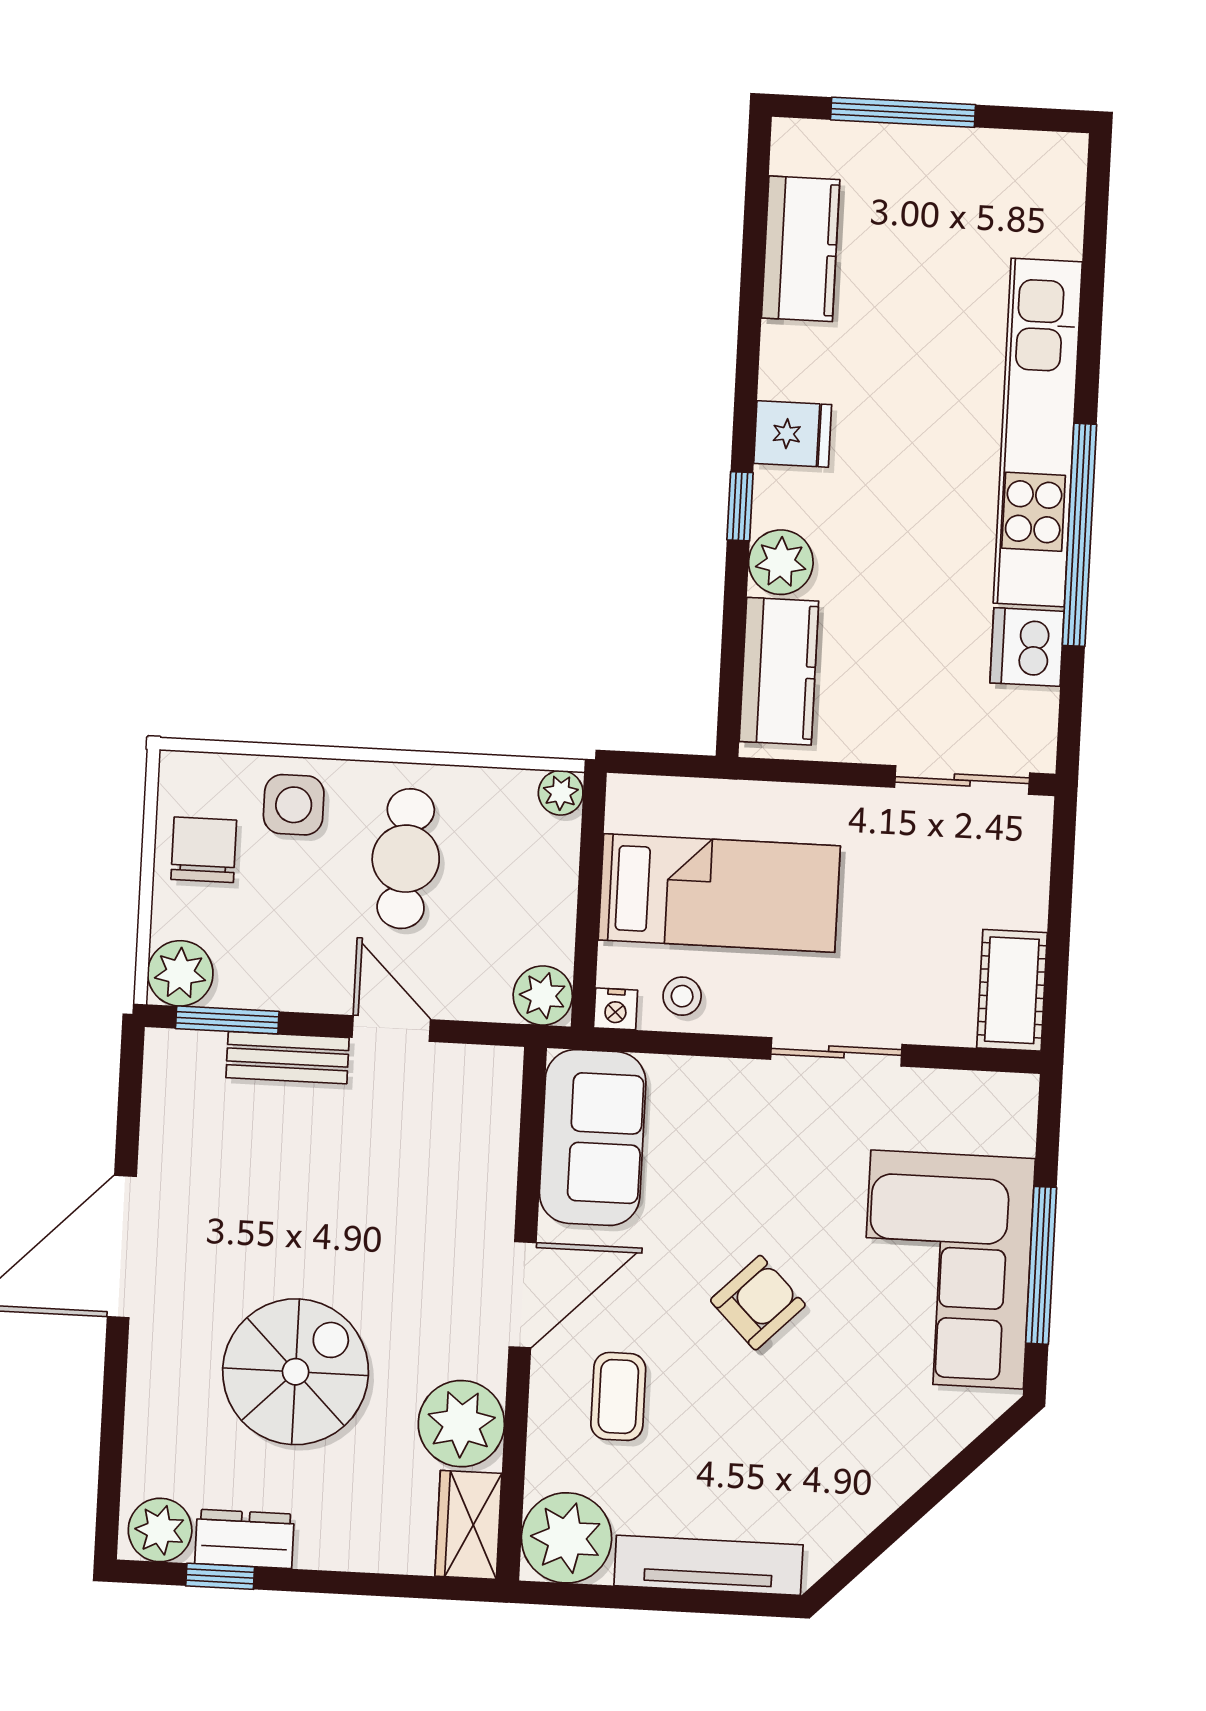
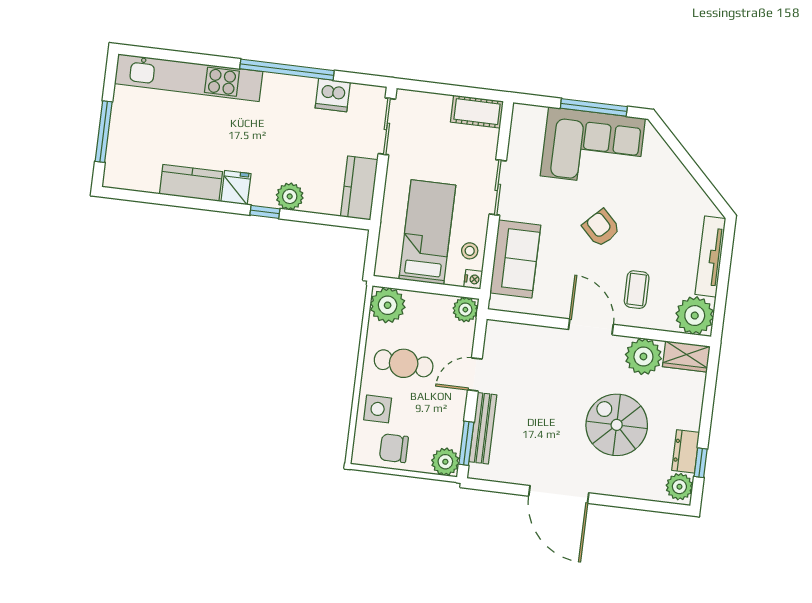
kitchen counter: (801, 249) -> (191, 183), moved
kitchen unit: (1038, 432) -> (189, 78), moved
kitchen counter: (779, 671) -> (359, 188), moved, turned -90
plant: (561, 793) -> (388, 305), width x1.87, depth x1.87
bench: (288, 1058) -> (483, 428), width x1.36
sofa: (593, 1138) -> (515, 259), moved, turned 90
coffee table: (618, 1396) -> (637, 290), turned 90

